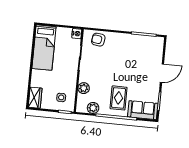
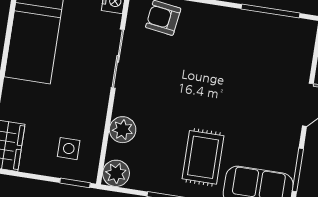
plant: (93, 108) -> (116, 173), moved

